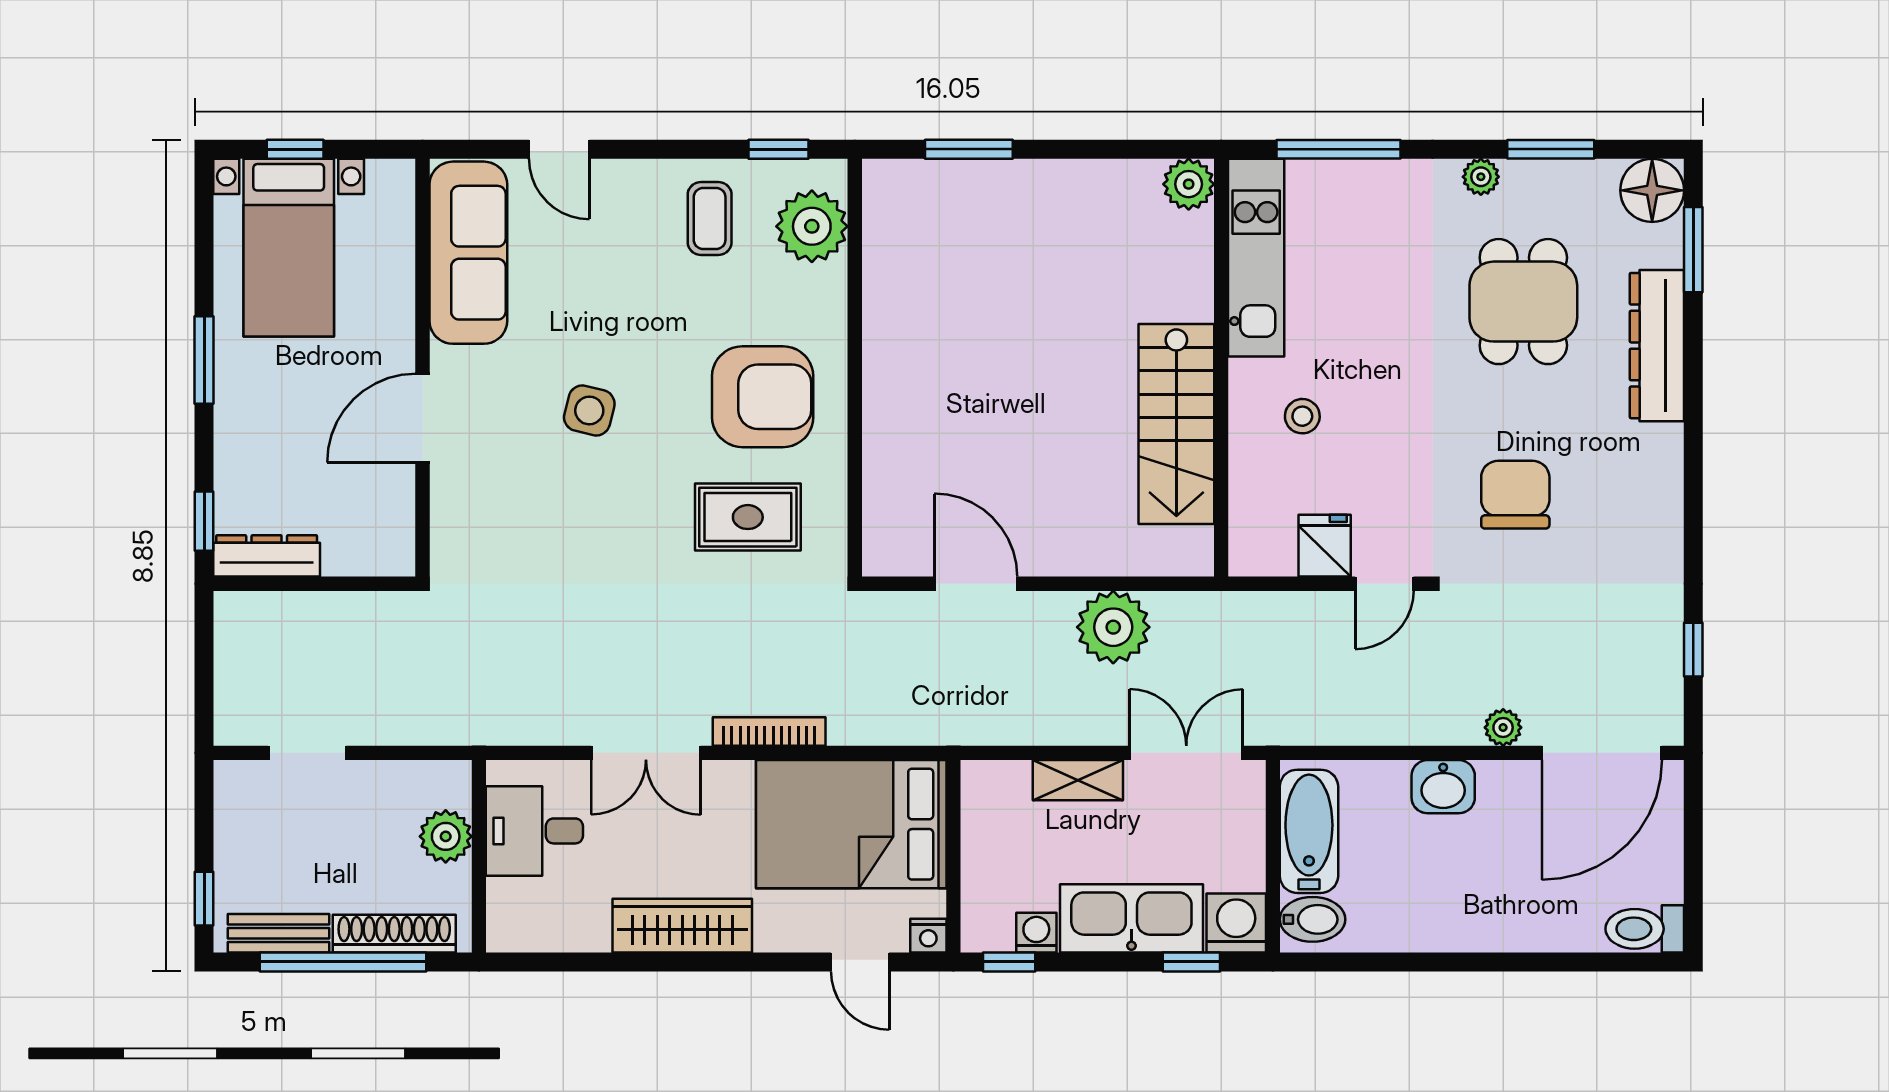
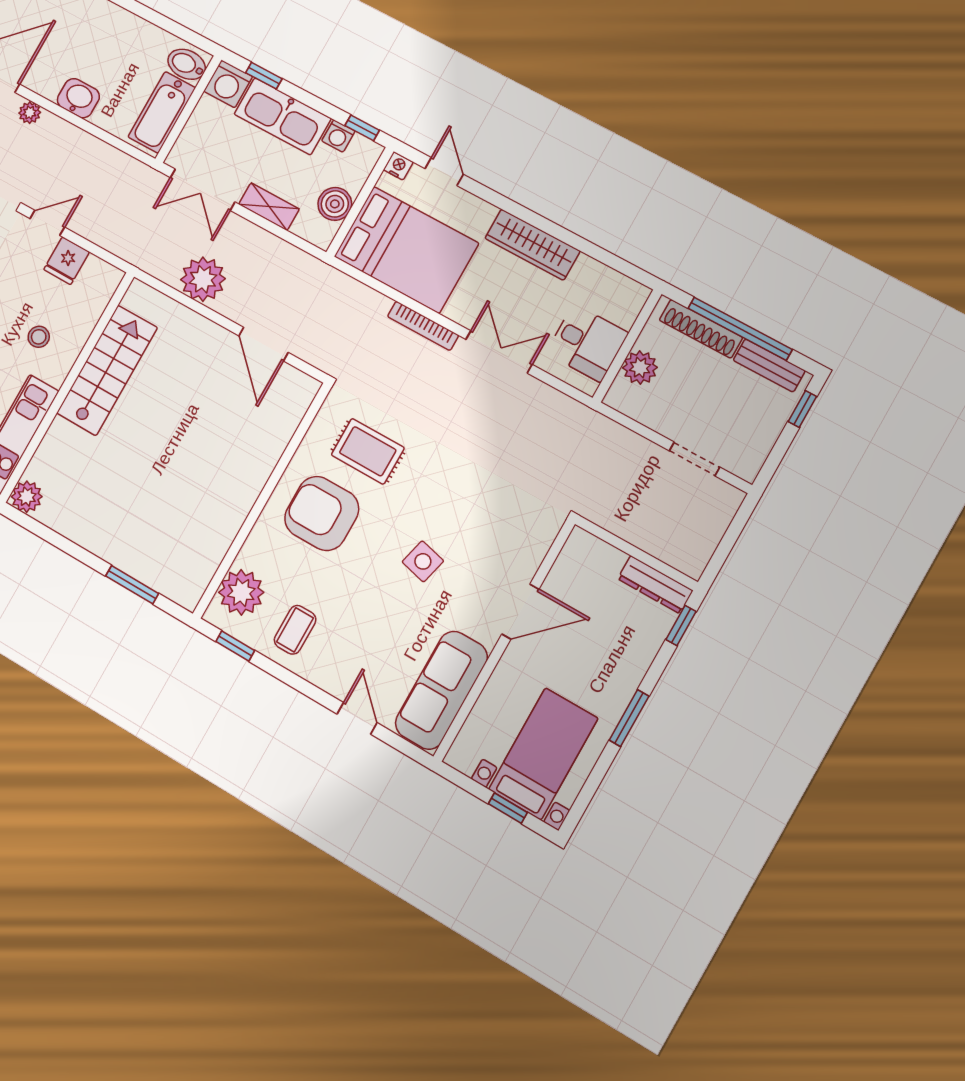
boiler: (987, 834) -> (335, 204), added

